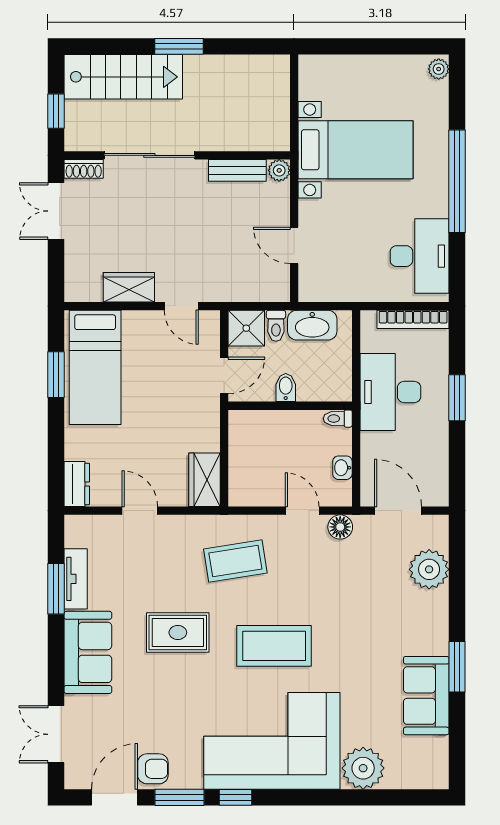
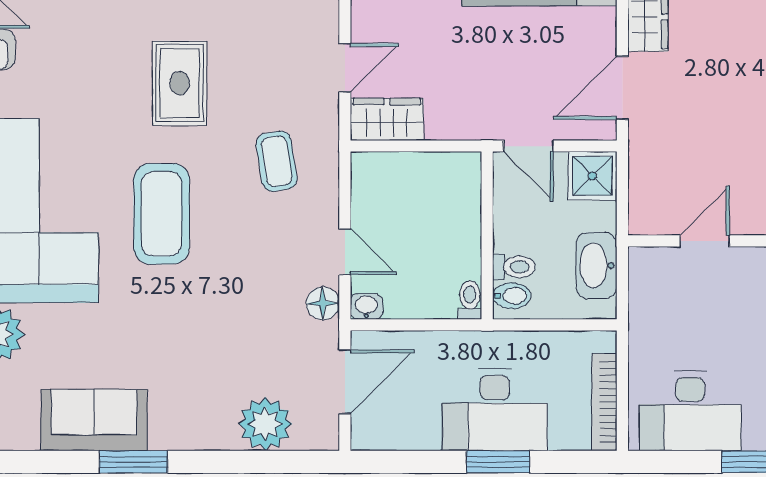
door: (181, 306) -> (622, 88), width x1.38
toilet: (276, 326) -> (514, 267), moved, turned 180
bidet: (286, 388) -> (512, 296), moved
desk: (390, 392) -> (495, 410), moved, turned 180
washbasin: (342, 468) -> (366, 306), moved
door: (140, 511) -> (345, 68), moved
door: (302, 511) -> (345, 252), hinge flipped
coffee table: (235, 561) -> (277, 161), width x0.73, depth x0.77

